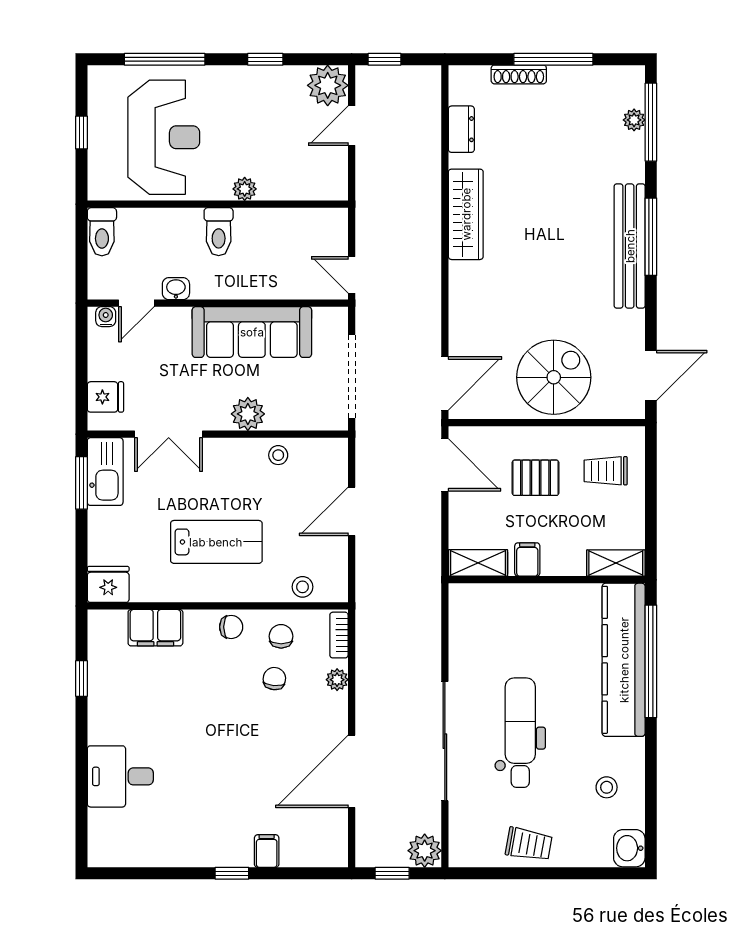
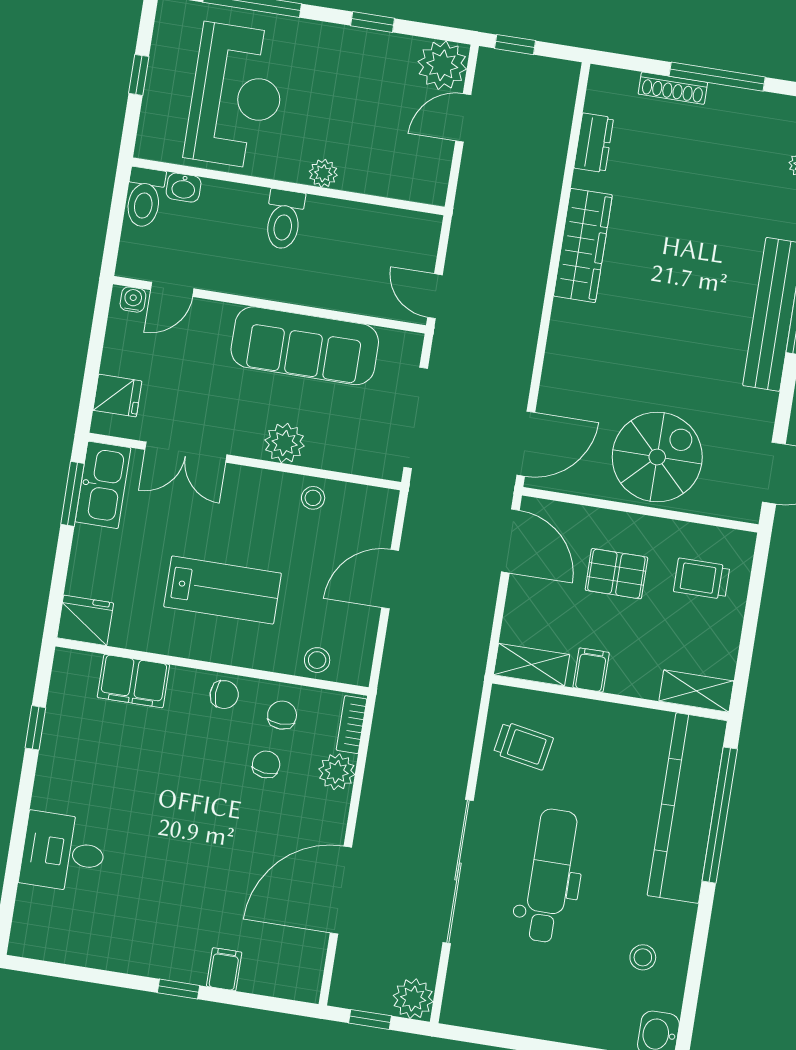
washbasin: (176, 289) -> (184, 188), moved, turned 180
plant: (337, 680) -> (337, 772), width x1.38, depth x1.38
trolley: (529, 844) -> (523, 746), moved

